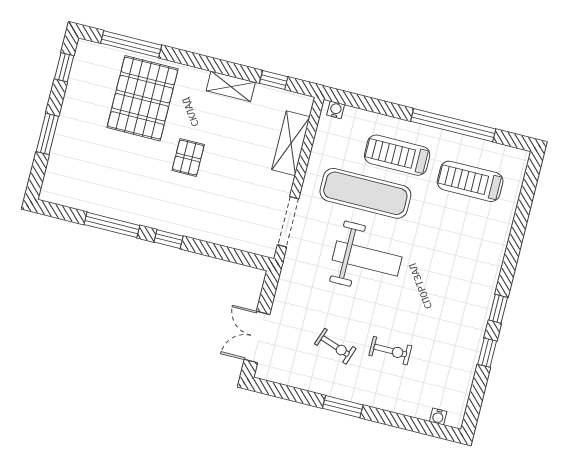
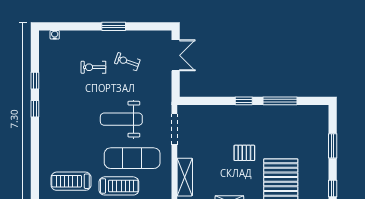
pallet: (188, 157) -> (244, 153), turned 90
treadmill: (470, 181) -> (71, 181), turned 180

